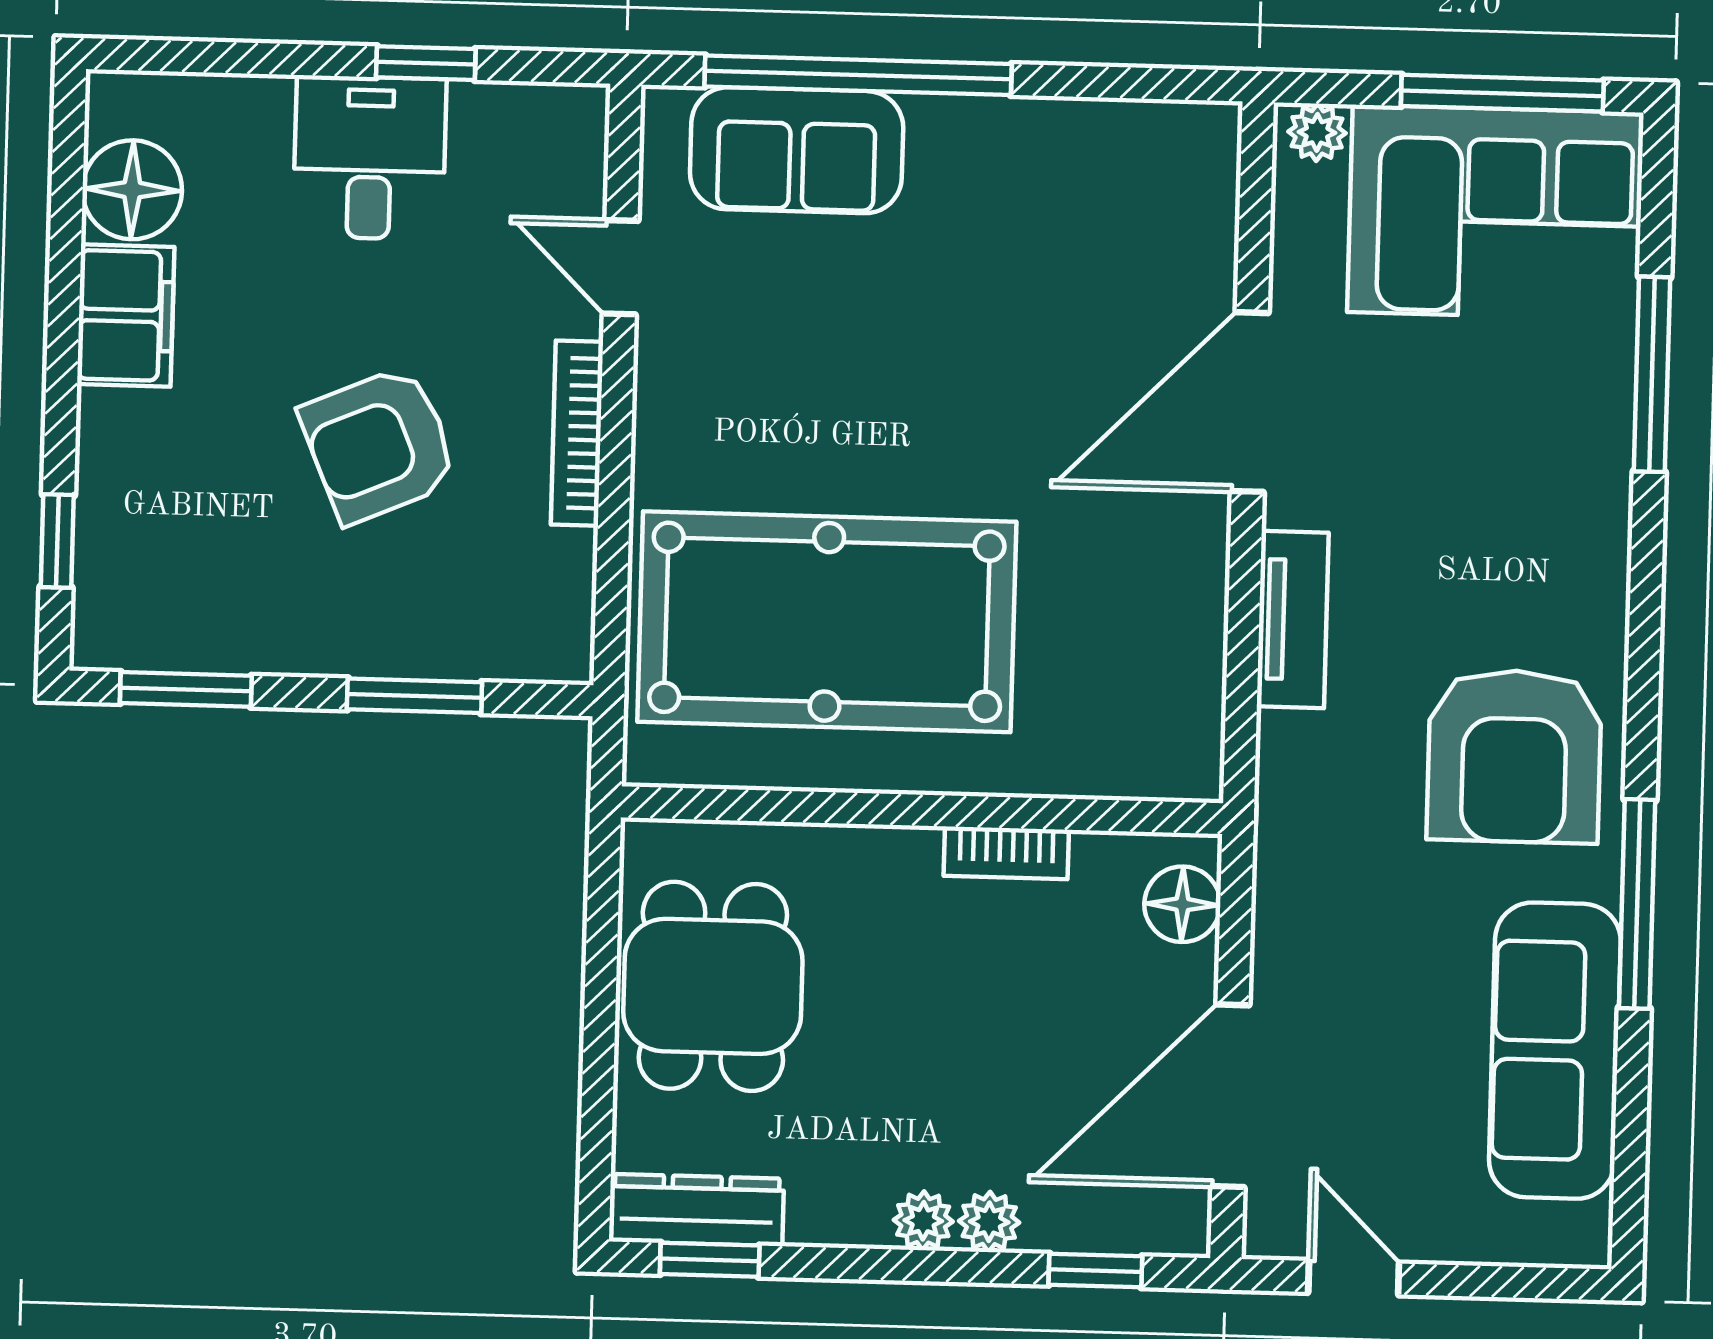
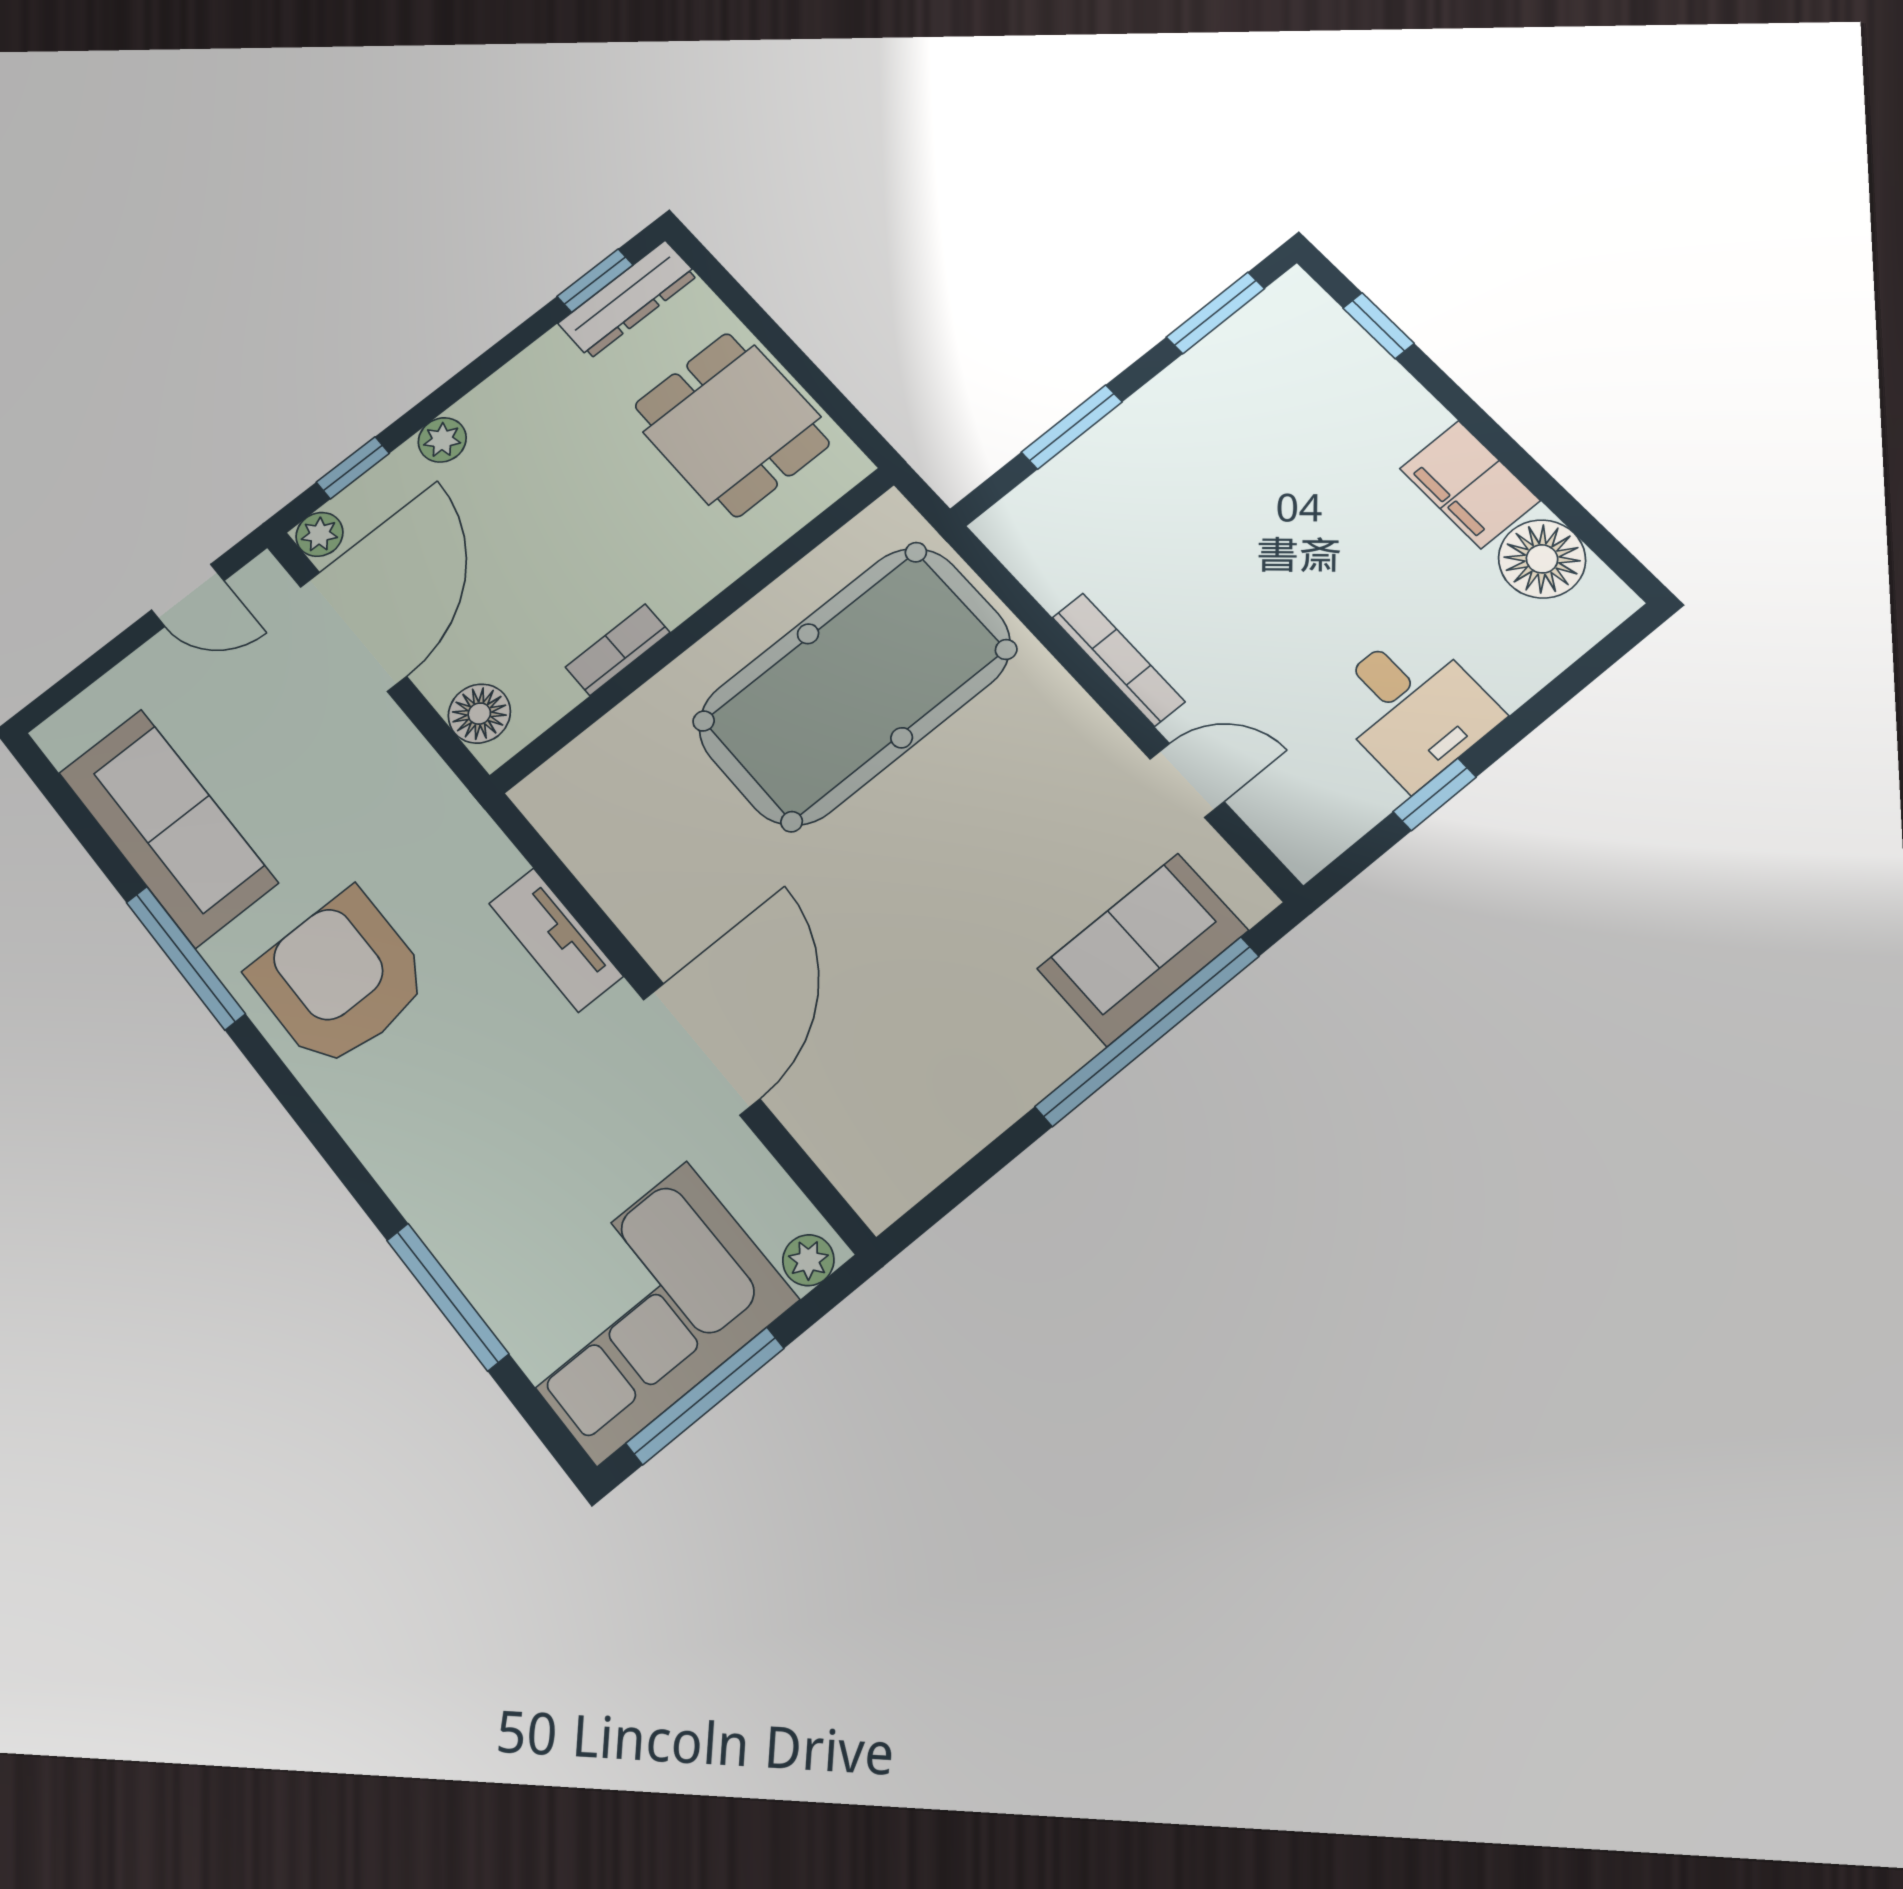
armchair: (379, 445) -> (1236, 547), removed
plant: (923, 1221) -> (320, 534), moved

